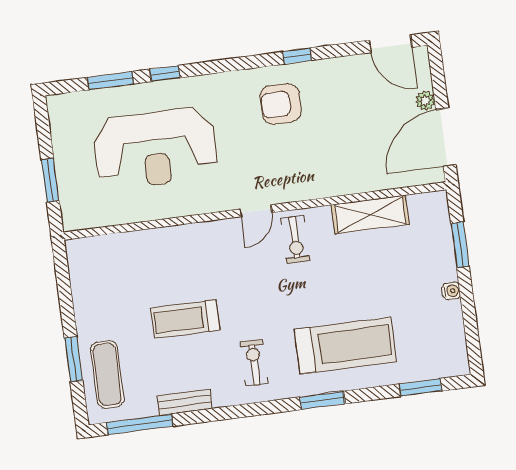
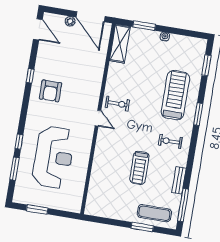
door: (391, 44) -> (38, 29), hinge flipped
window: (50, 180) -> (37, 209), moved
shelving: (370, 214) -> (120, 44), moved

